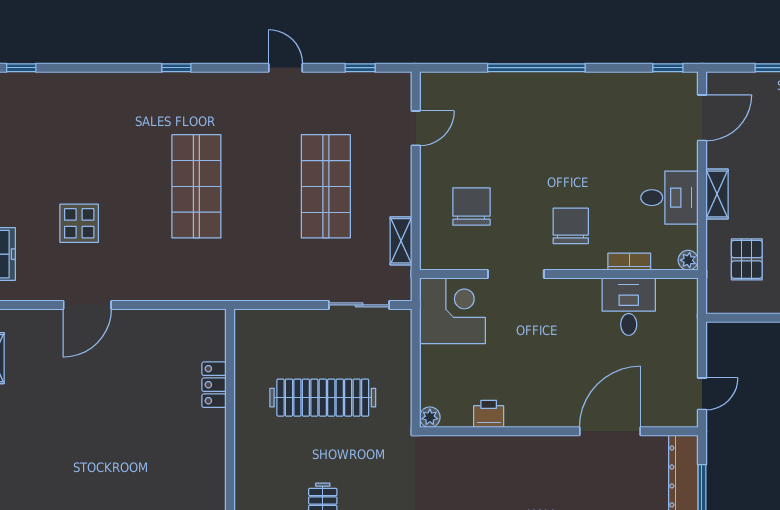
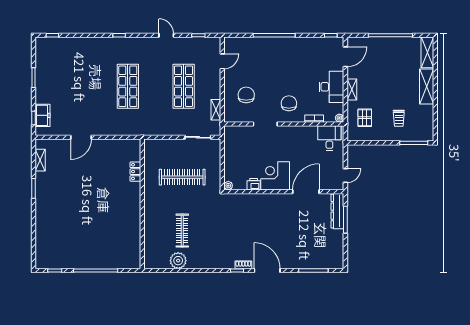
desk: (669, 198) -> (331, 87), width x1.37
display table: (79, 223) -> (77, 102), removed
desk: (629, 307) -> (329, 138), moved
corner desk: (452, 311) -> (275, 176), moved, turned -90

